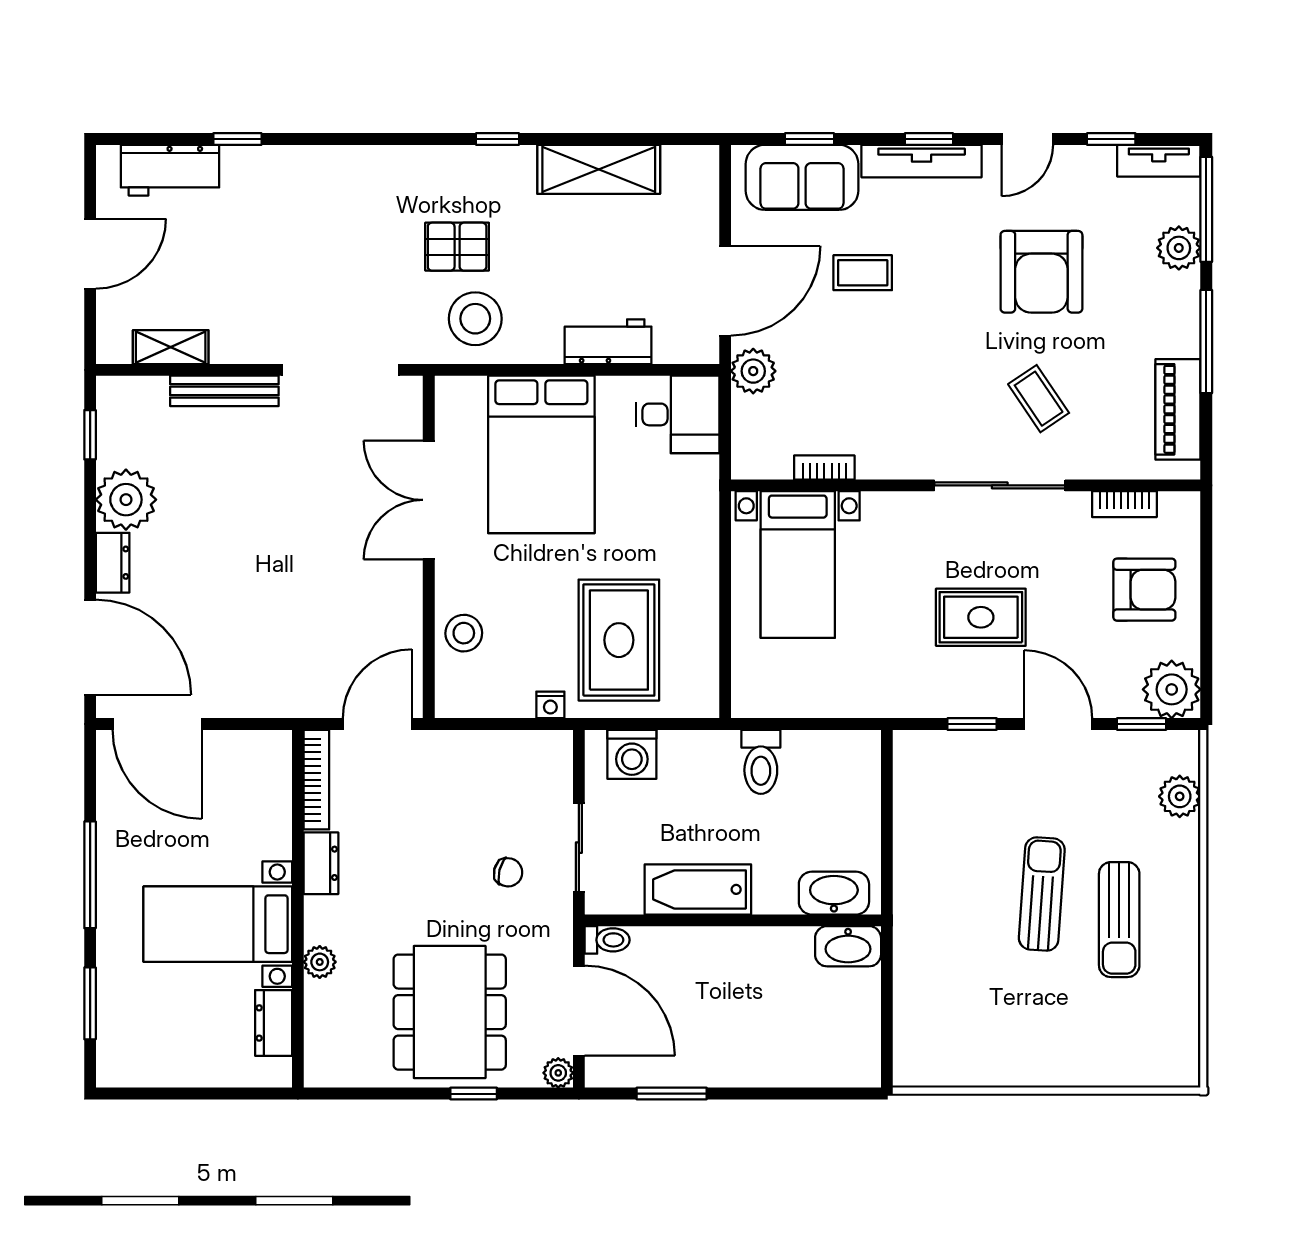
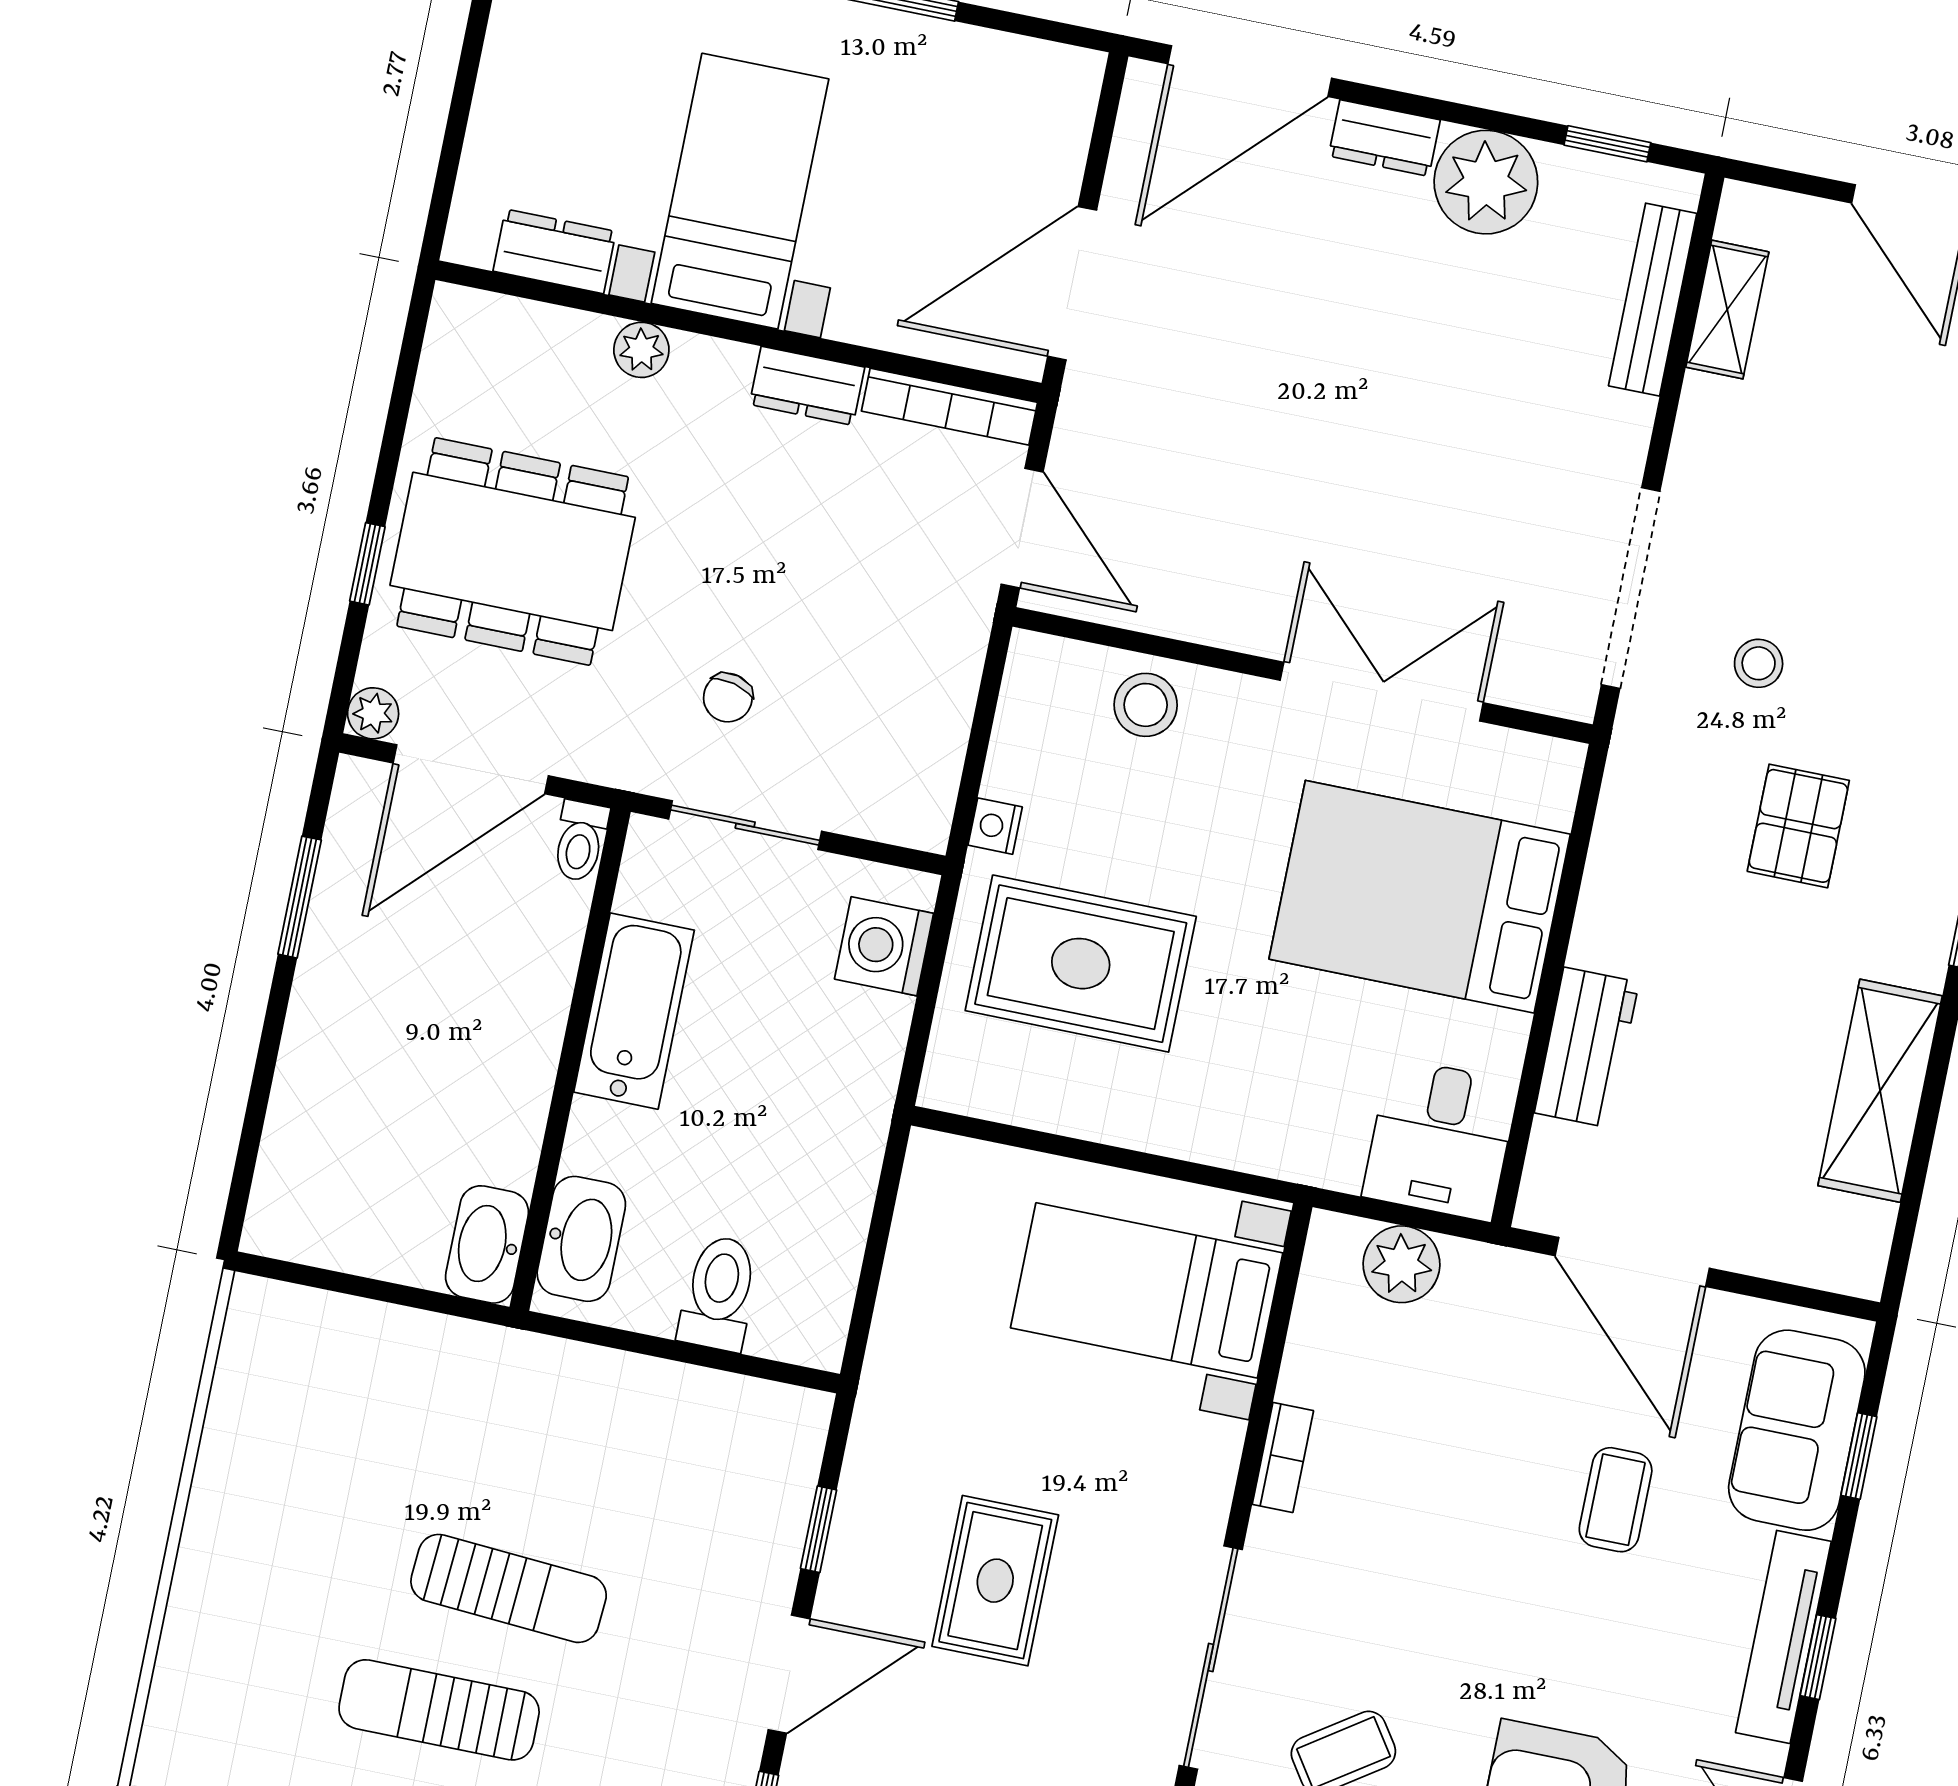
stool: (475, 319) -> (1759, 663), moved, width x0.53, depth x0.53
plant: (753, 371) -> (1402, 1264), moved
bench: (224, 391) -> (1653, 300), moved
bookcase: (824, 467) -> (1283, 1457), moved
door: (157, 724) -> (1072, 283), moved
toilet: (761, 762) -> (719, 1293), moved, turned 90

